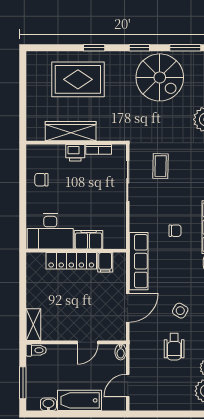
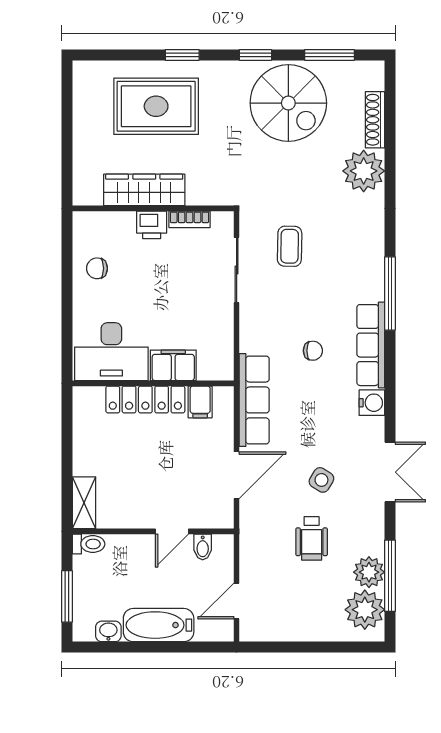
bidet: (121, 352) -> (203, 547), moved

